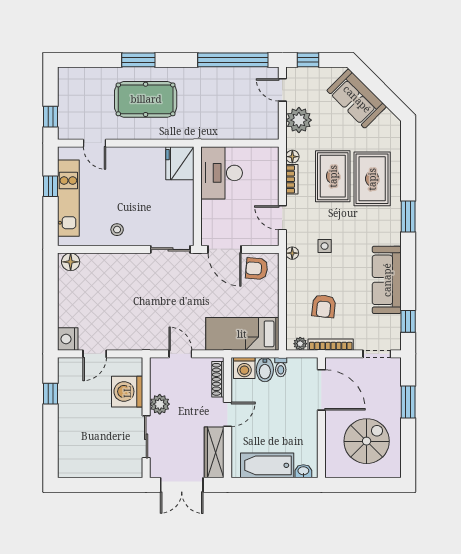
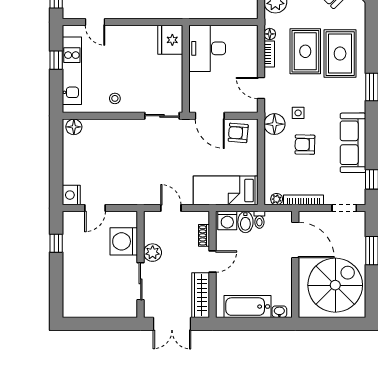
floor lamp: (292, 253) -> (274, 124), width x1.89, depth x1.89
armchair: (324, 306) -> (305, 145), moved, turned 85
shoe rack: (218, 379) -> (204, 235), width x0.70
spiral stairs: (367, 441) -> (335, 285), width x1.37, depth x1.37

